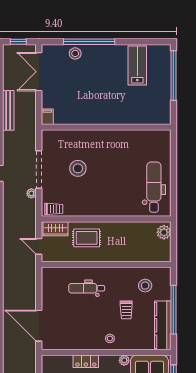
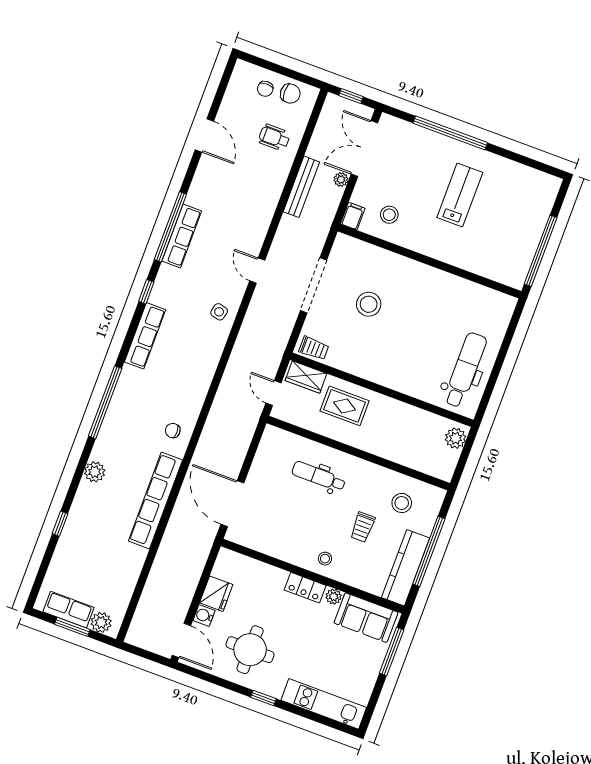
stool: (75, 53) -> (389, 215), moved
lab bench: (137, 66) -> (460, 195), moved
window: (173, 76) -> (541, 251), moved
plant: (31, 193) -> (341, 179), moved
locker: (86, 361) -> (305, 588), moved

